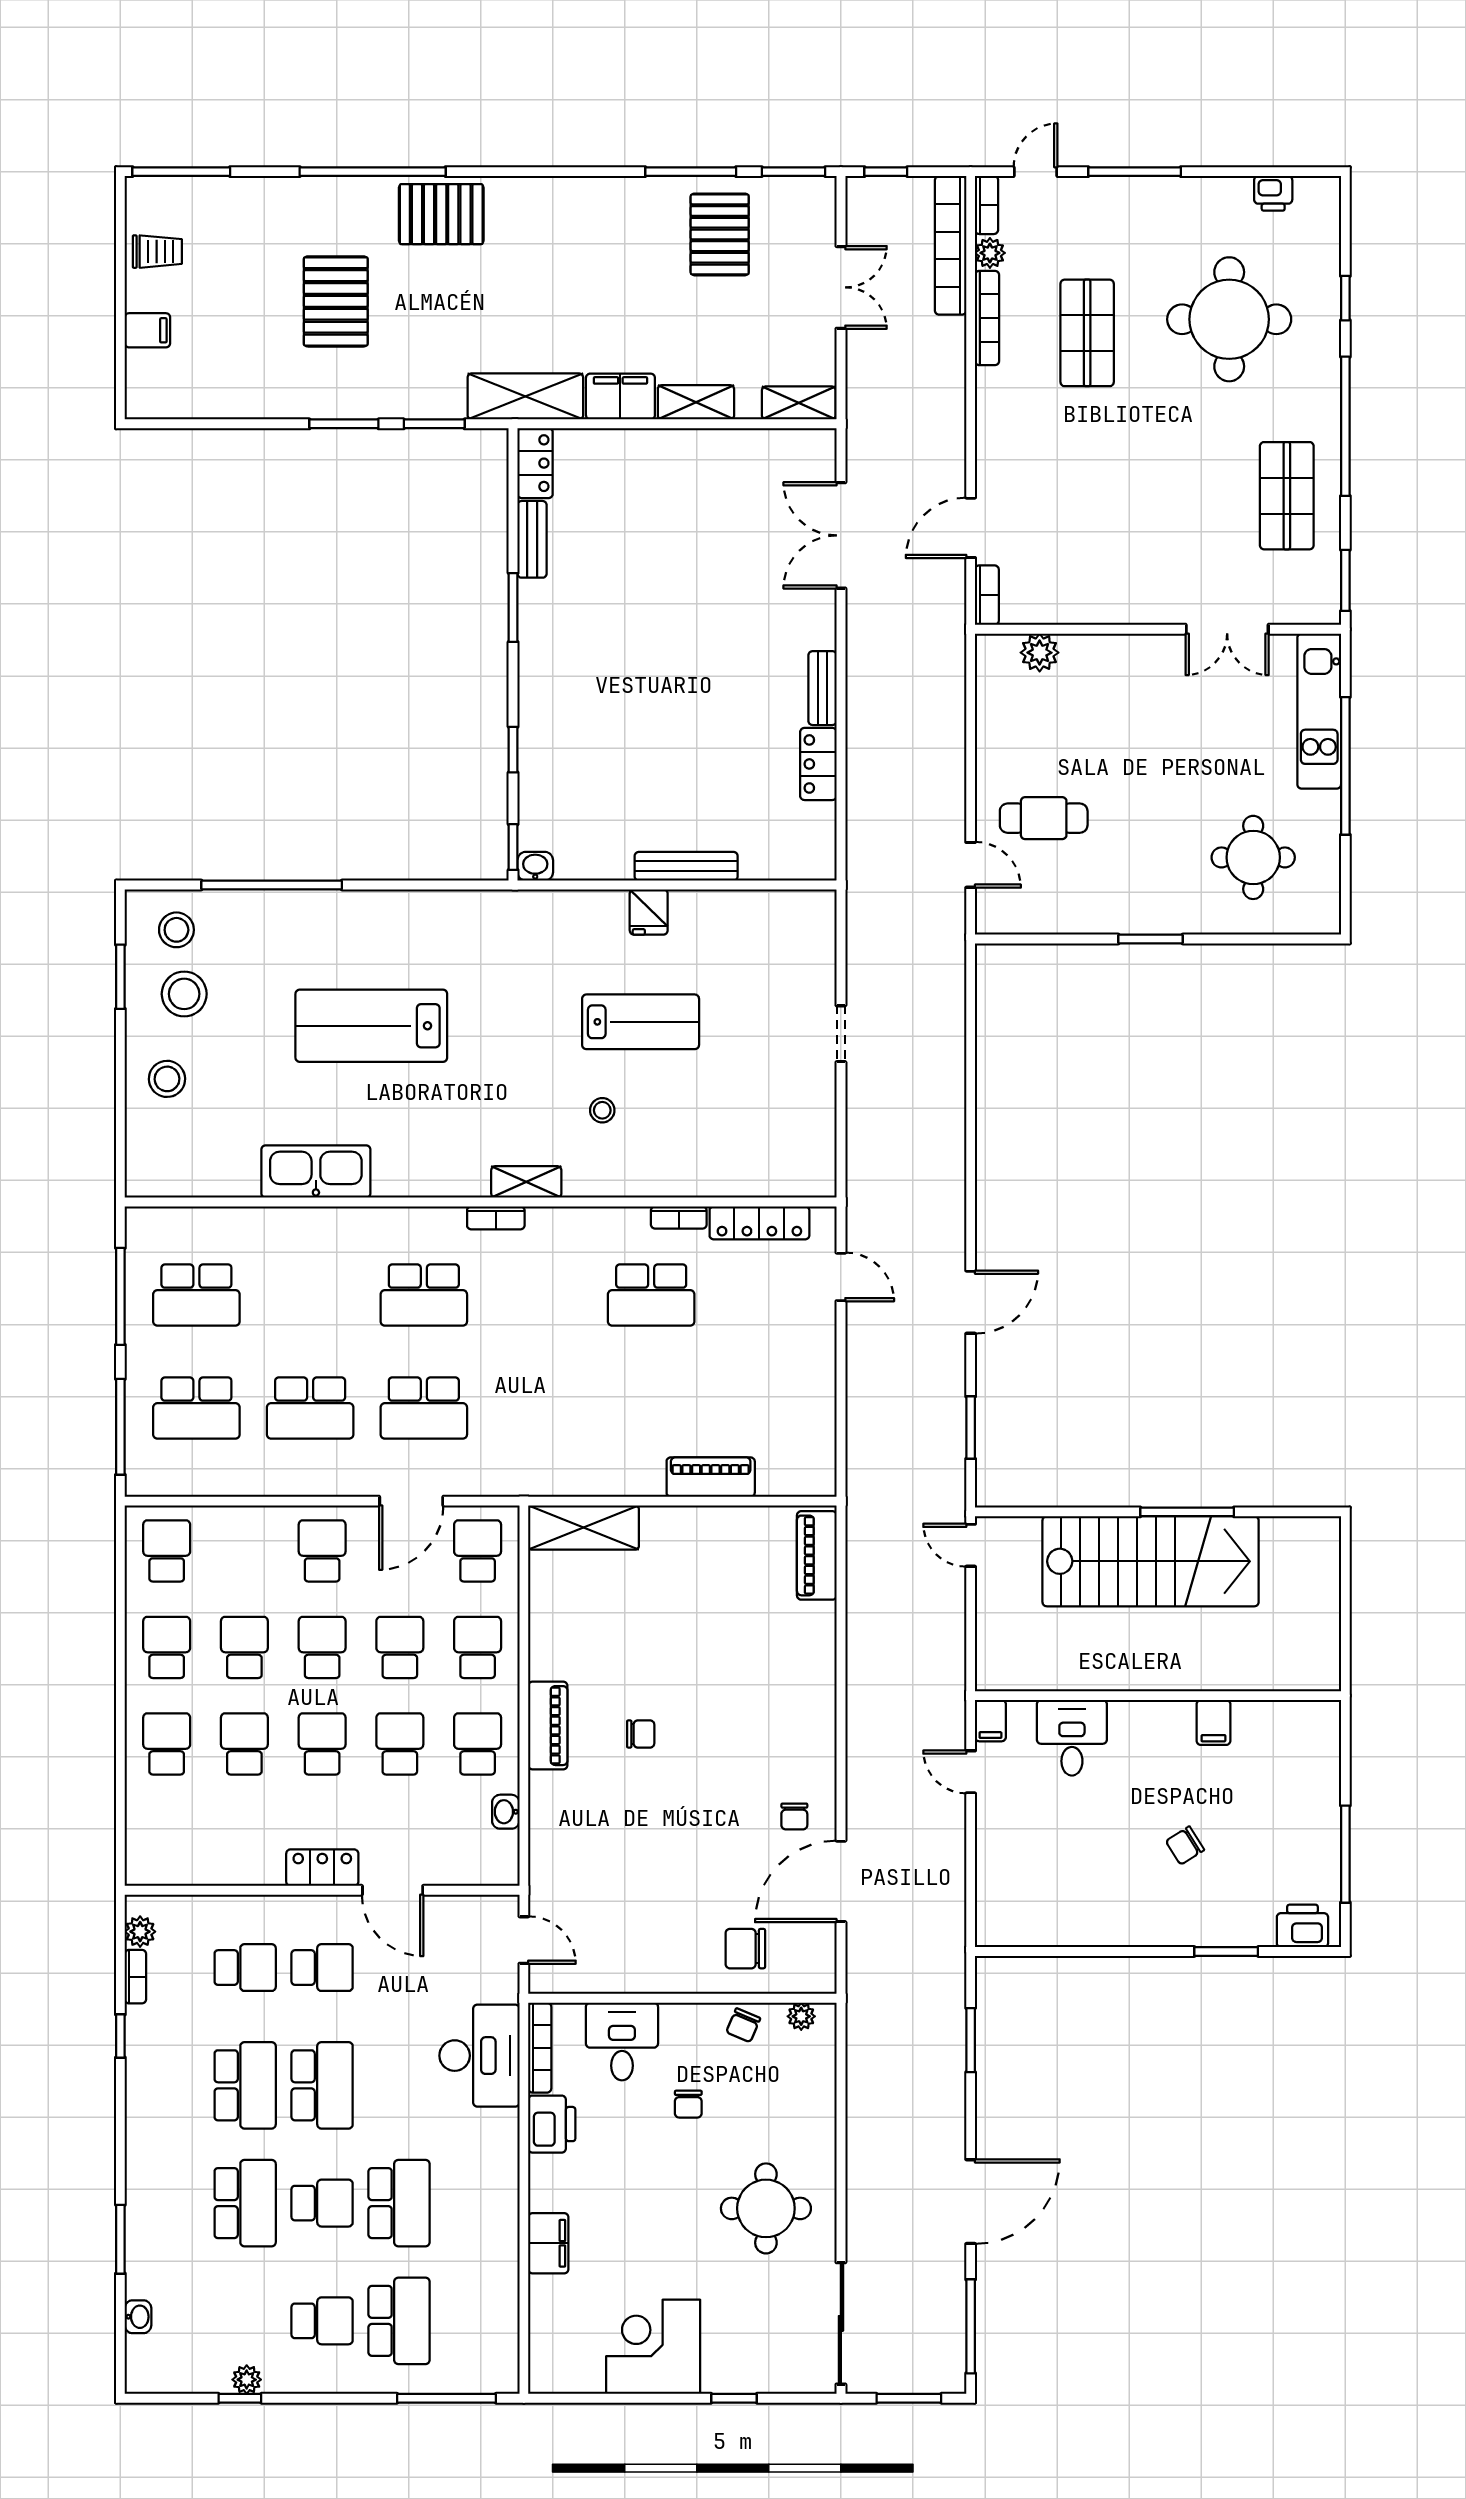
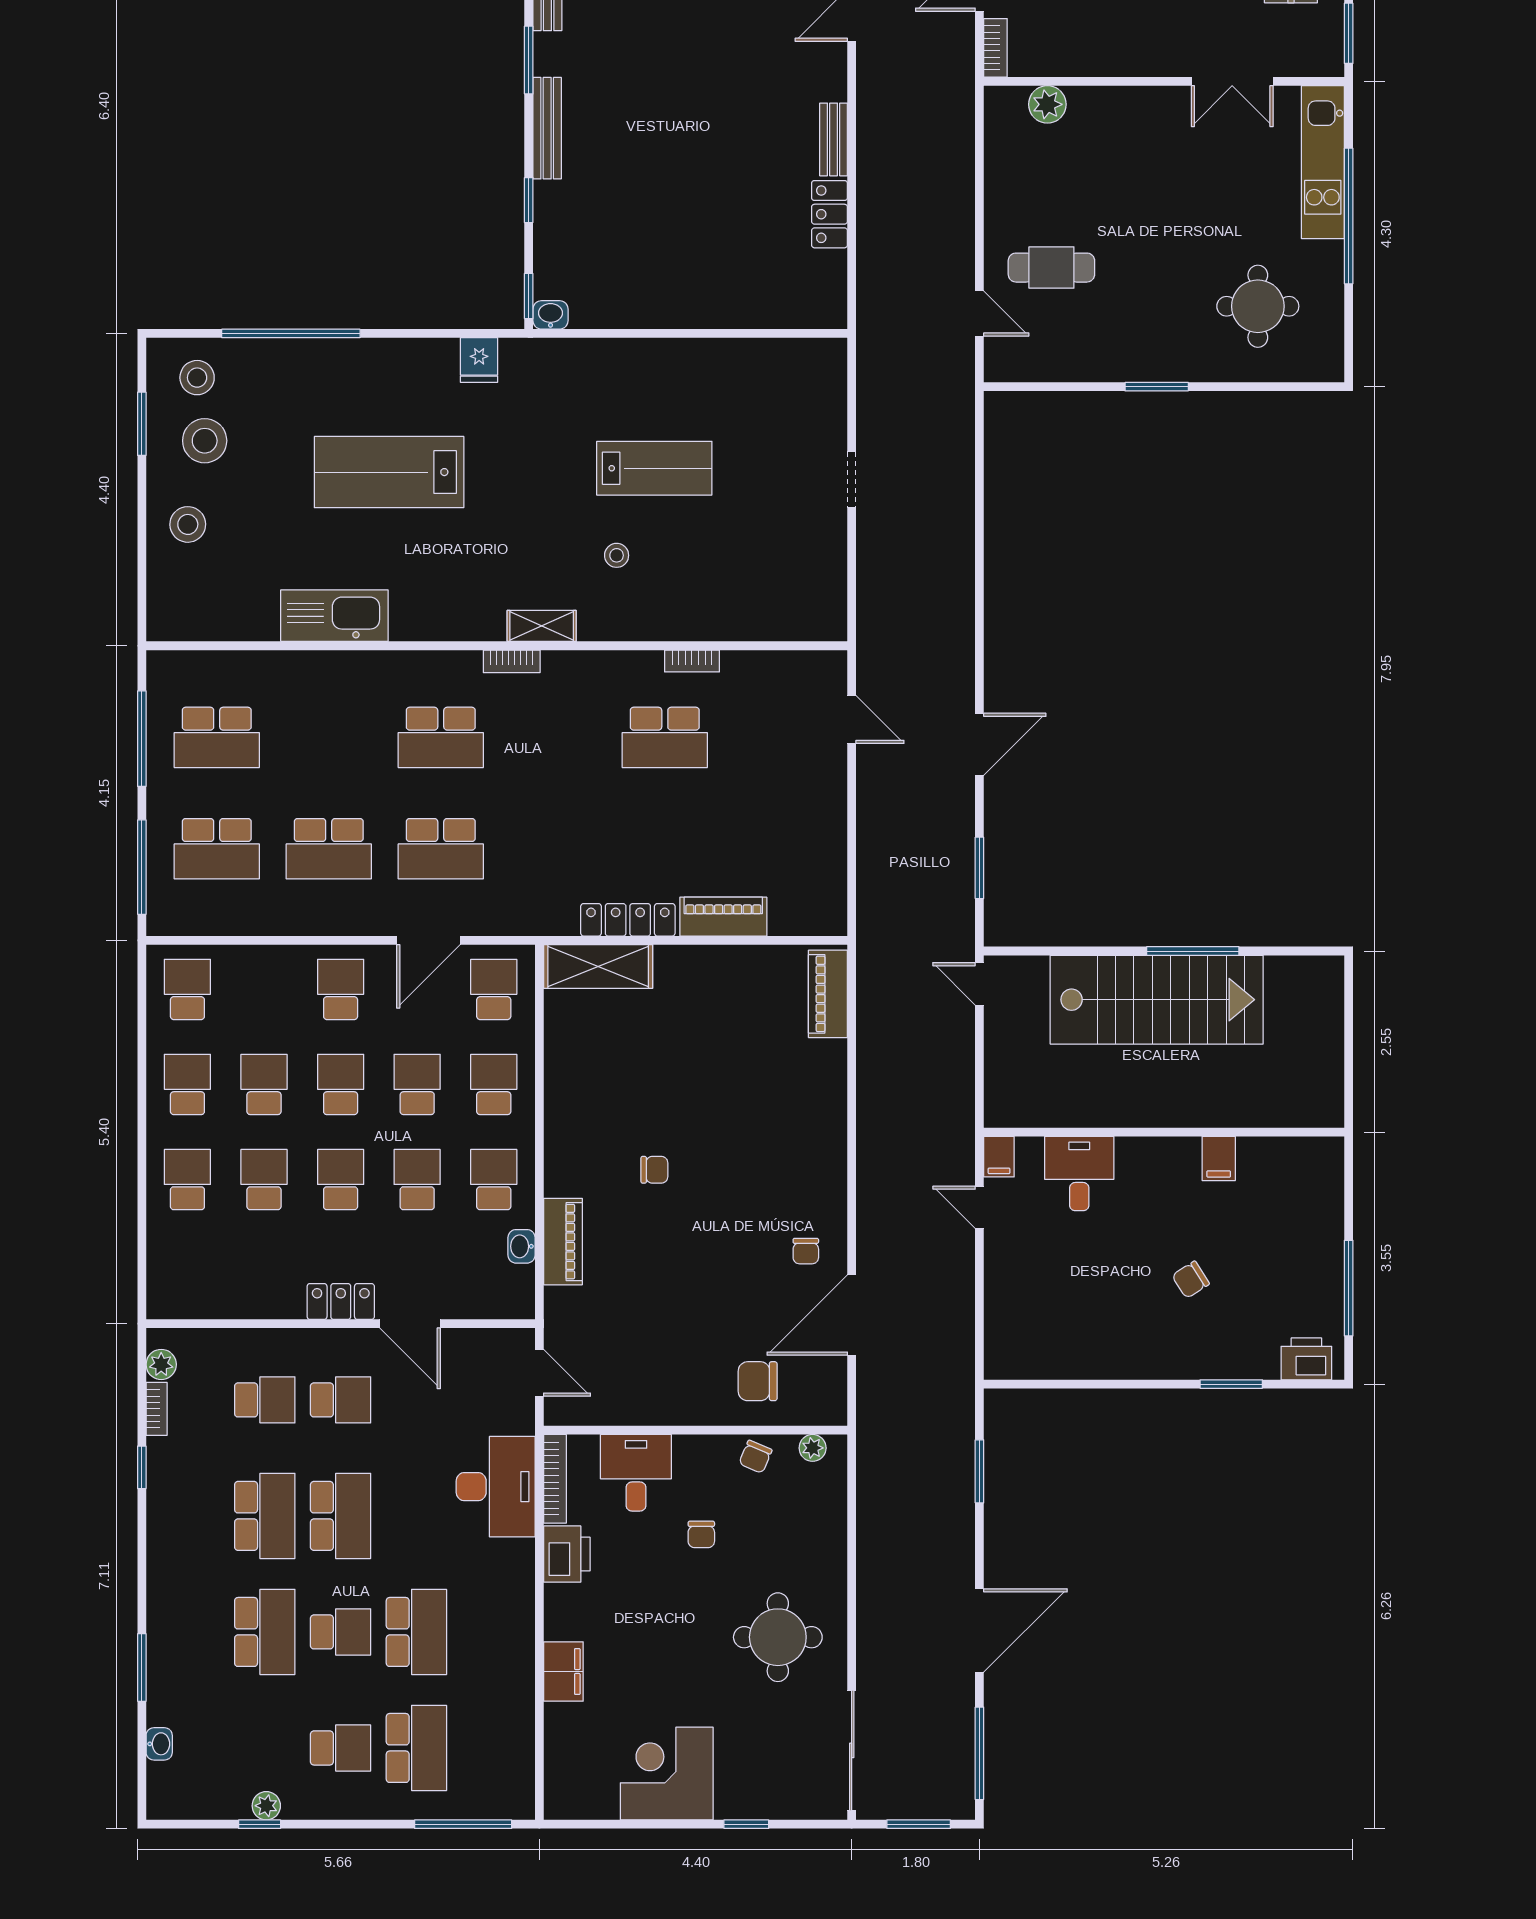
bench: (686, 866) -> (547, 128), moved, turned 90
fridge: (649, 912) -> (479, 360), moved
locker: (759, 1223) -> (628, 920), moved, turned 180
piano: (548, 1726) -> (563, 1242), moved

